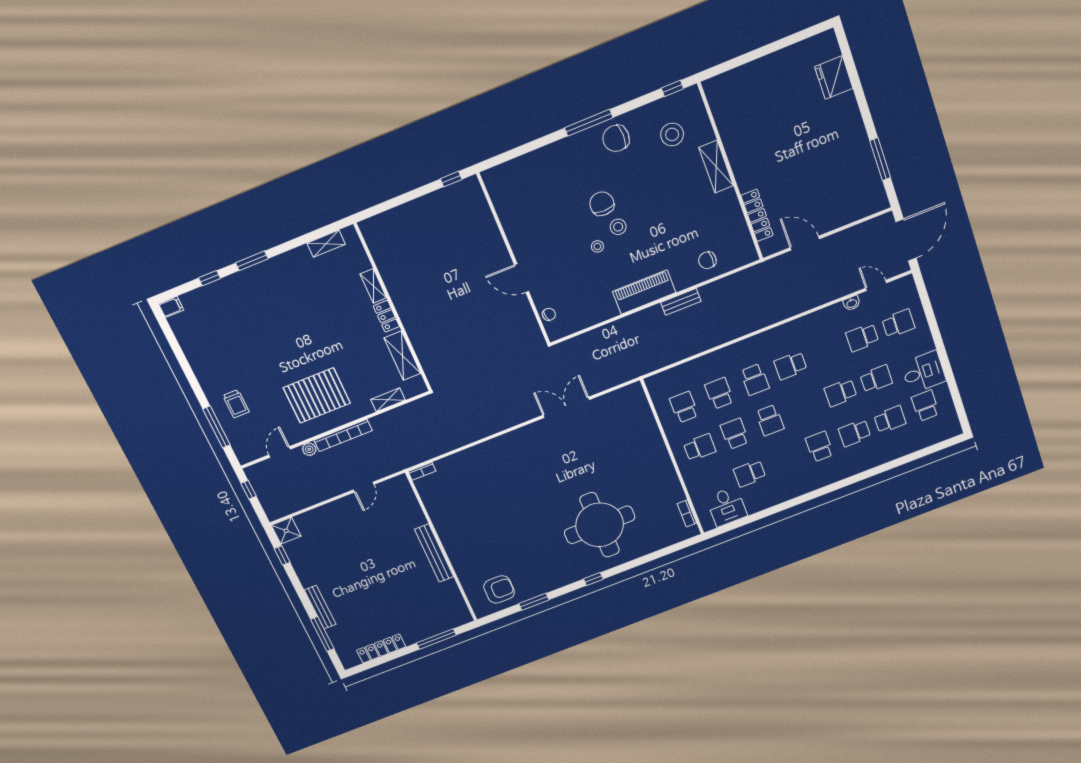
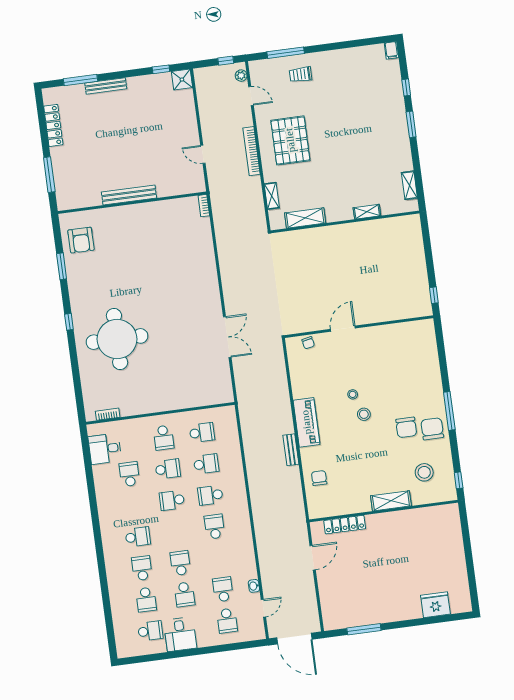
chair: (602, 204) -> (406, 427), moved, turned 90
locker: (386, 316) -> (340, 215), removed
plant: (309, 449) -> (241, 76), moved

